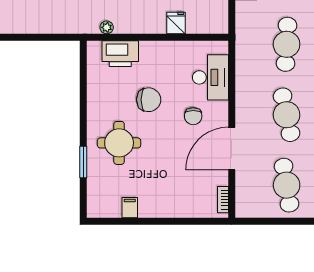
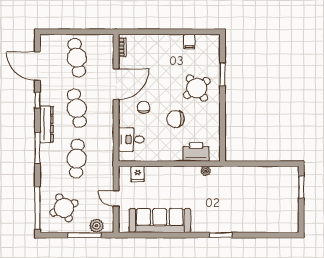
fridge: (176, 23) -> (138, 174), moved
desk: (210, 77) -> (131, 139), width x0.73
round table: (119, 143) -> (197, 88), turned -36

